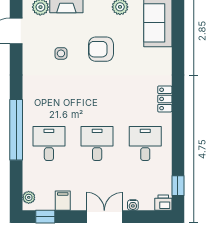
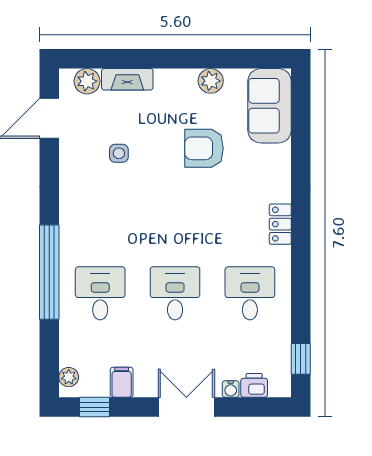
armchair: (101, 49) -> (204, 148), moved
printer: (163, 203) -> (254, 385), moved

